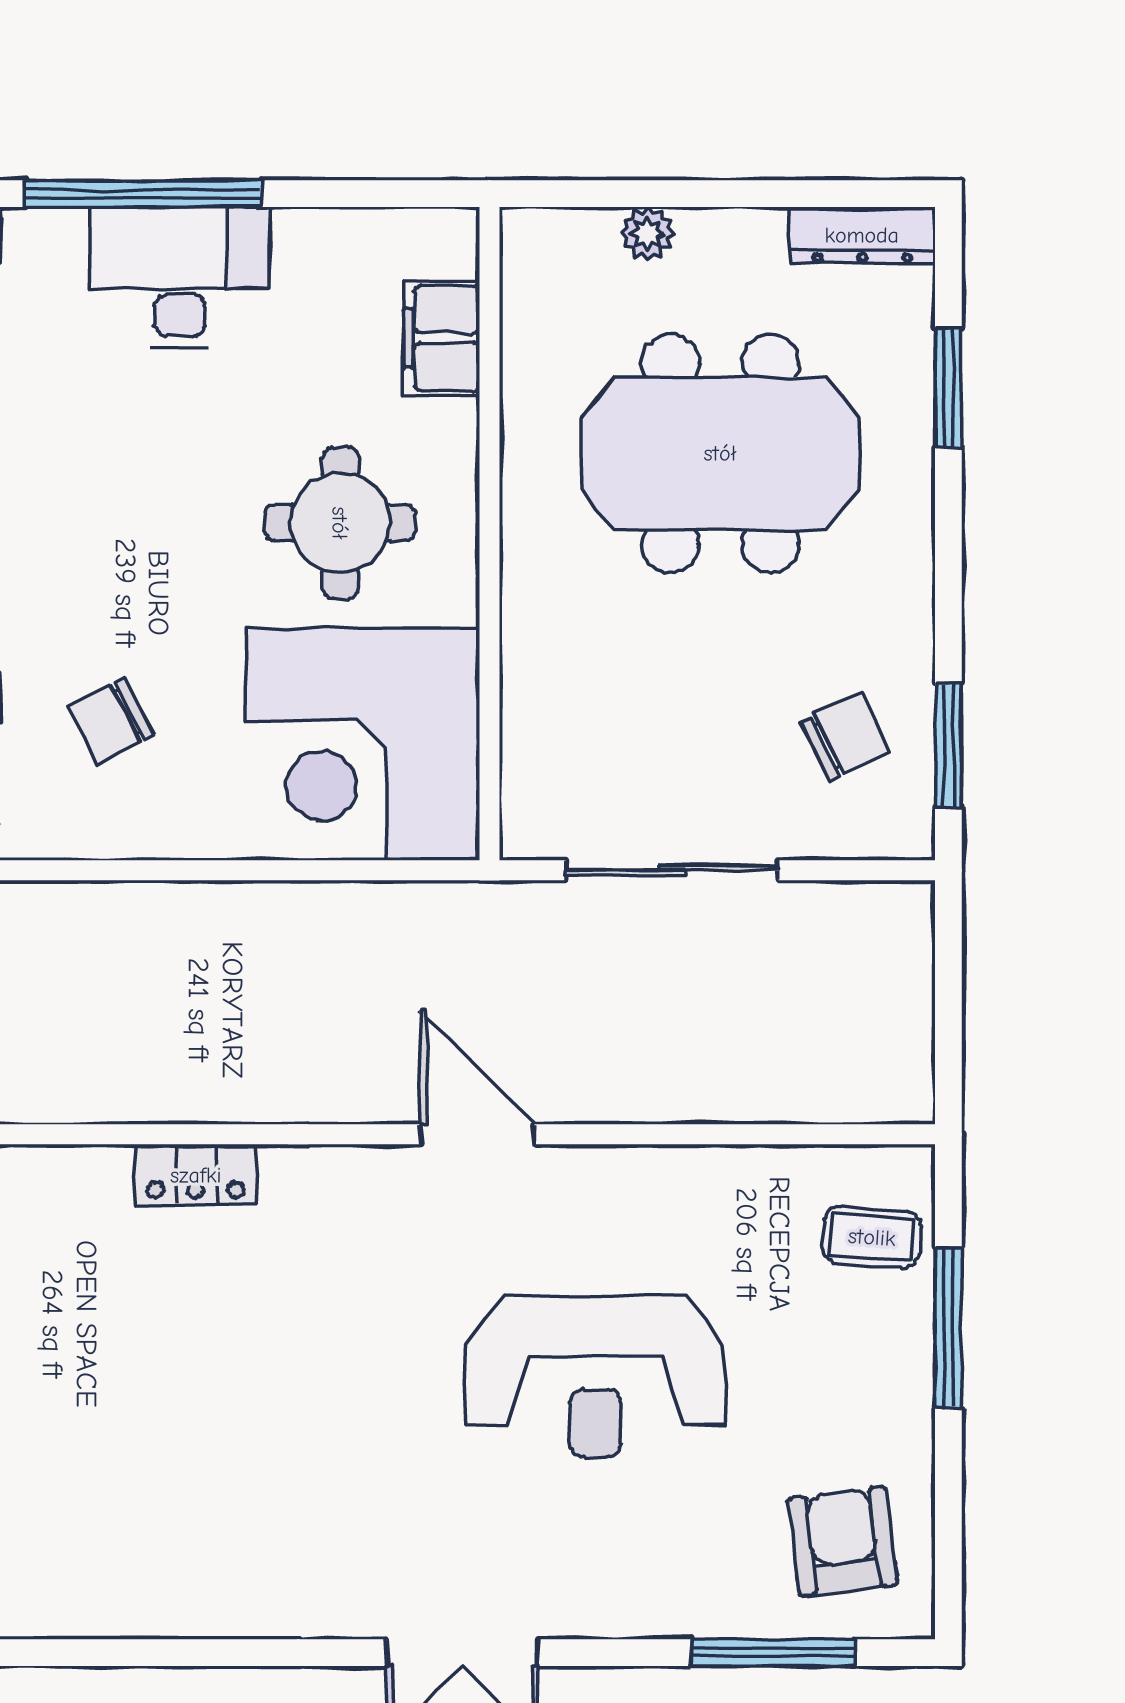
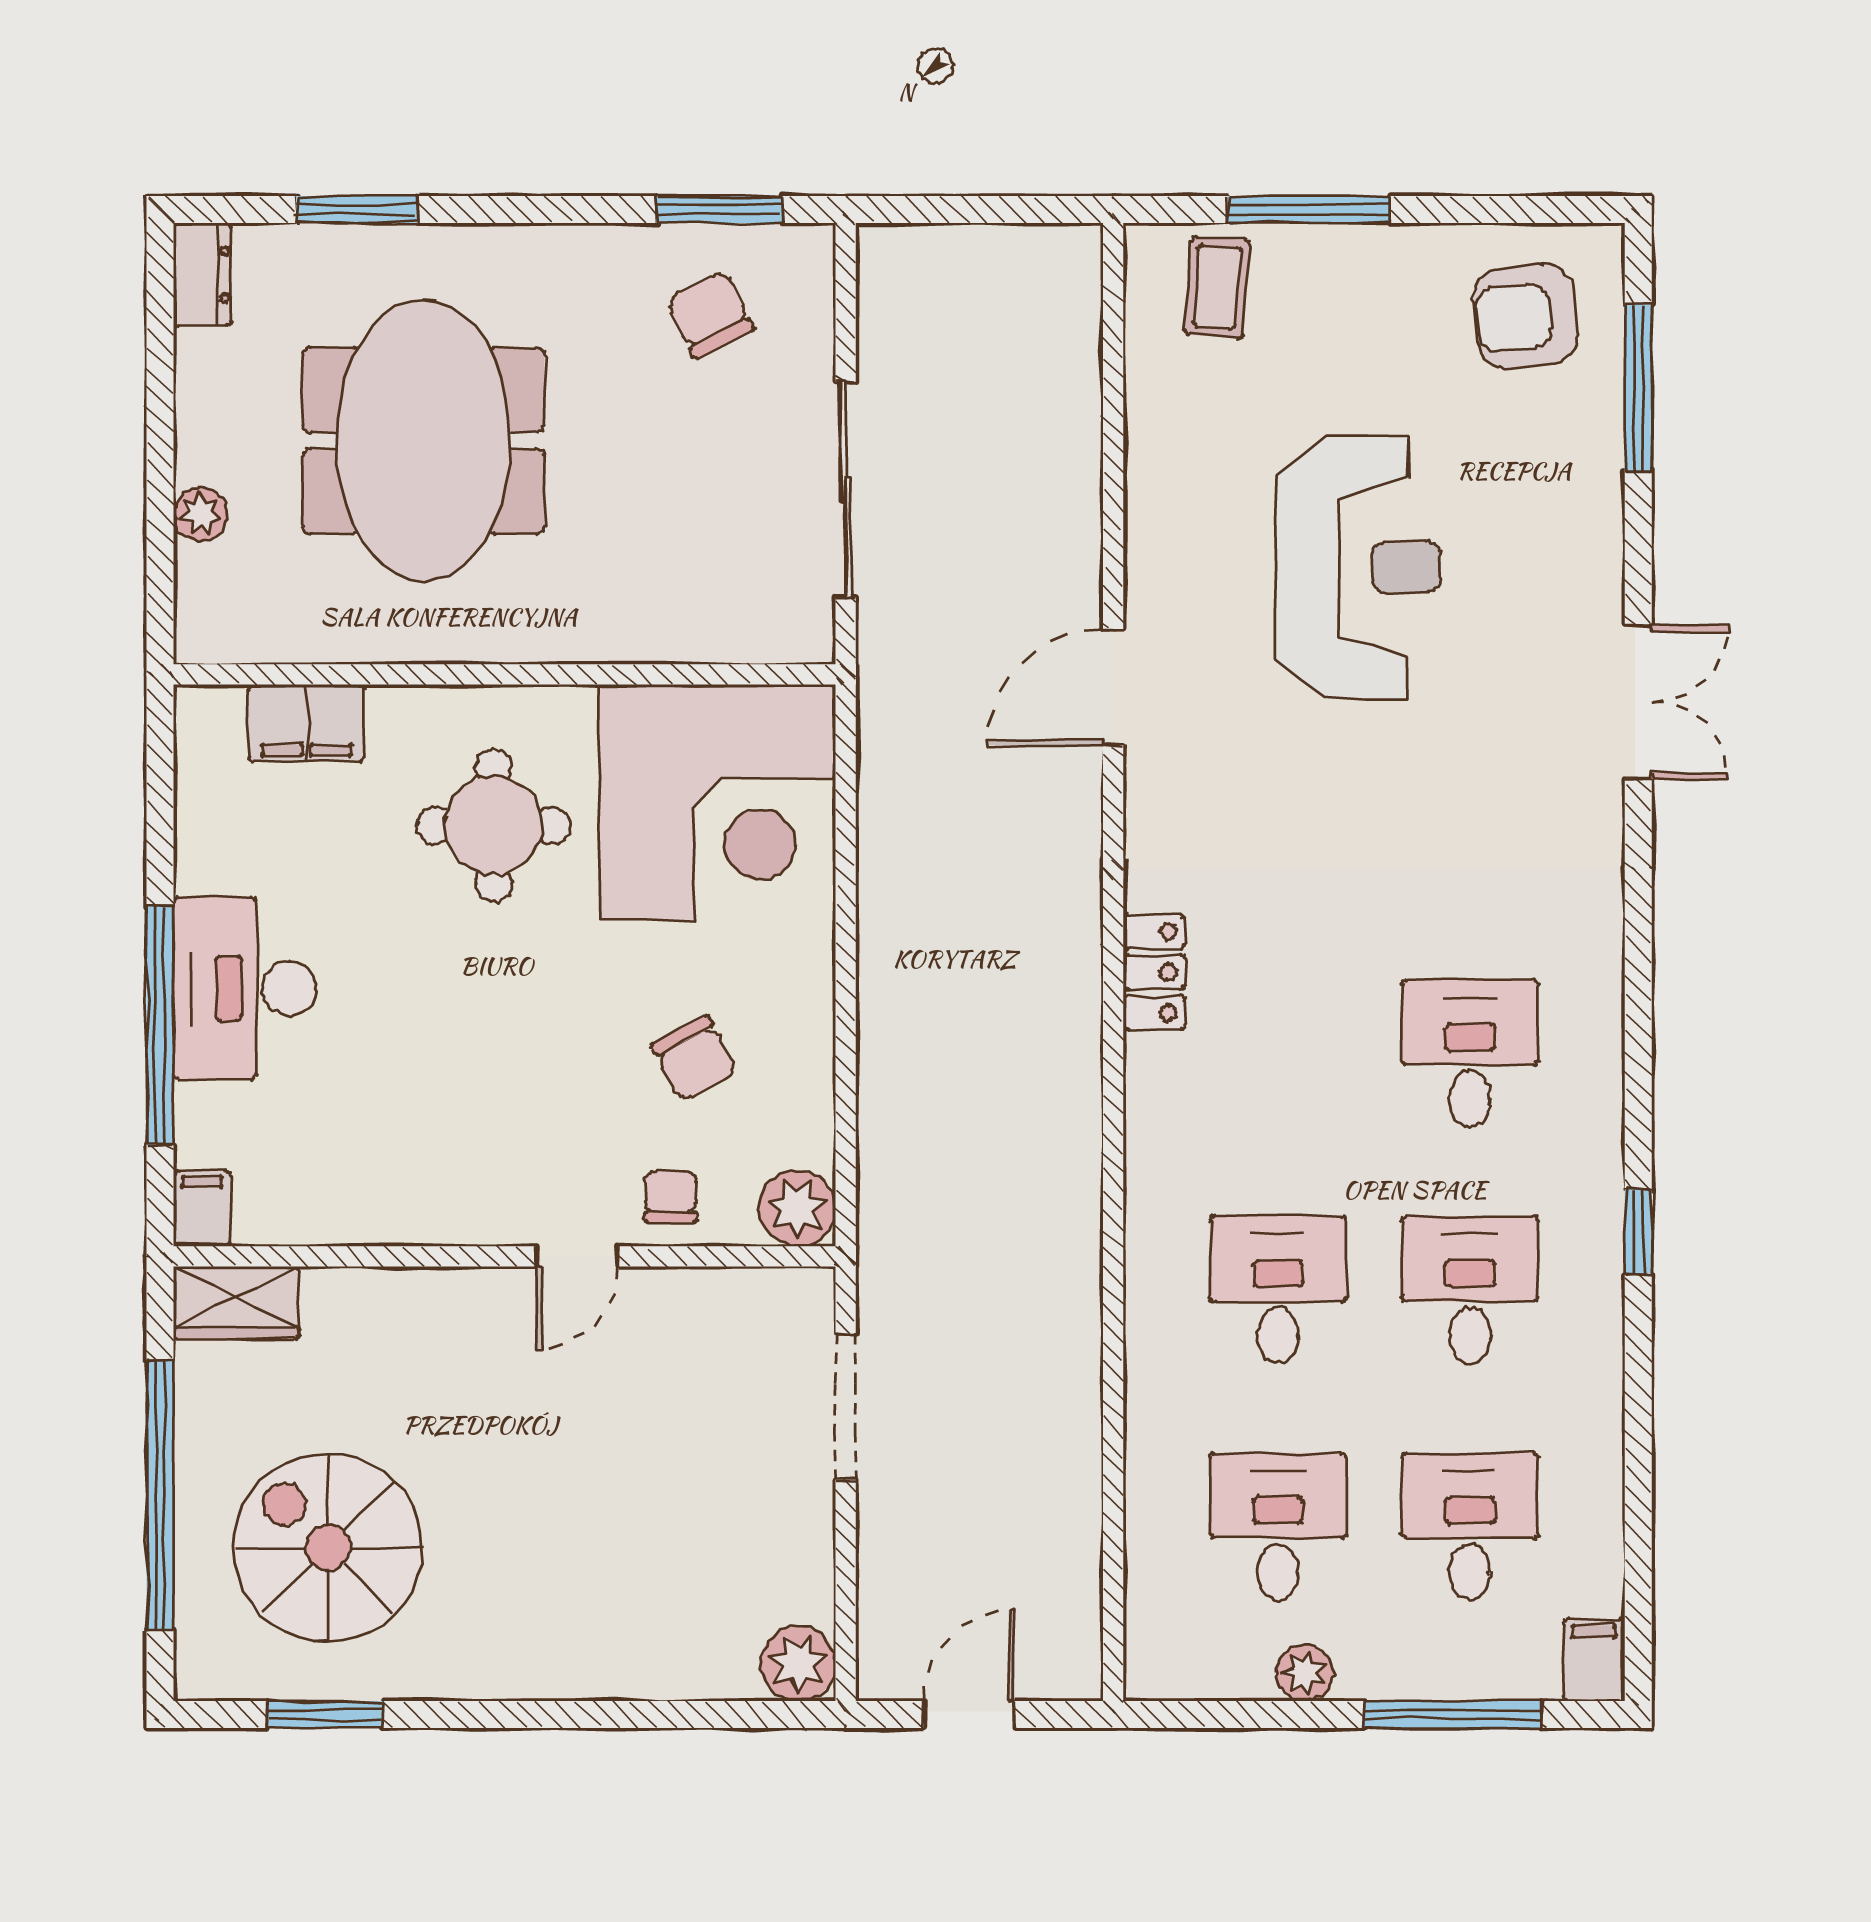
dresser: (862, 235) -> (202, 274), width x0.70
desk: (116, 1486) -> (1470, 1053), added

